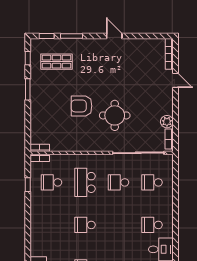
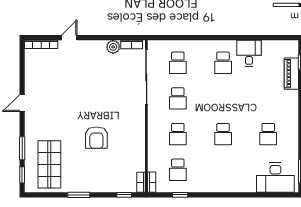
window: (28, 58) -> (124, 195), moved
shop shelf: (56, 62) -> (49, 164), width x1.43, depth x1.36
round table: (115, 115) -> (106, 102), removed
school desk: (85, 182) -> (178, 134), width x0.54

